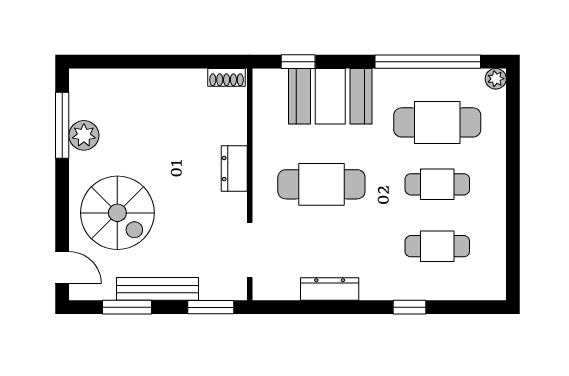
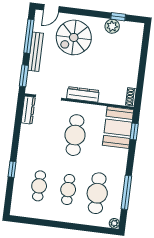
window: (428, 62) -> (126, 192), width x0.68
booth: (330, 96) -> (118, 127), moved
window: (62, 125) -> (118, 17), width x0.46
dresser: (234, 169) -> (83, 94), width x1.44
dresser: (330, 289) -> (28, 110), moved
window: (127, 307) -> (29, 36), width x1.44

